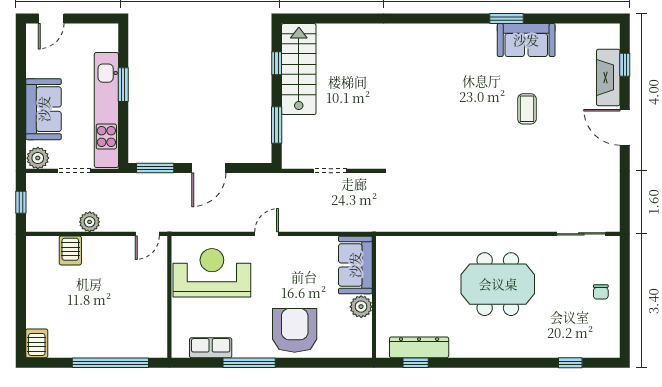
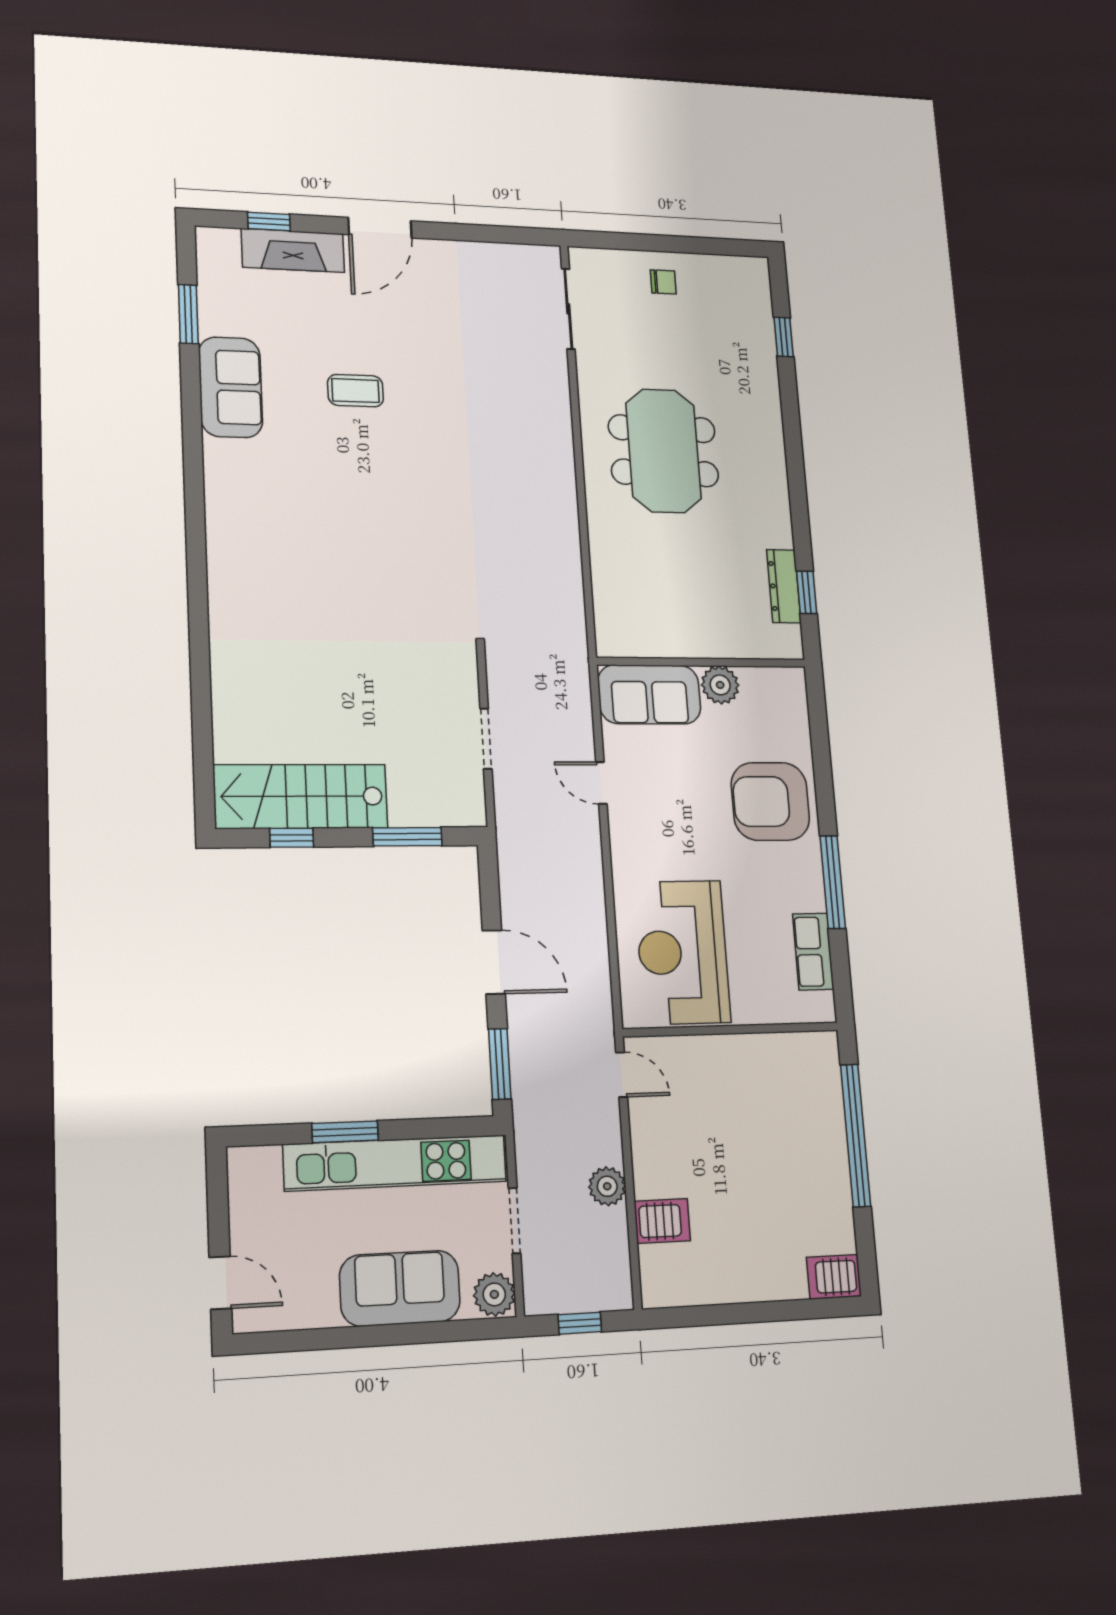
window: (506, 18) -> (188, 314), moved
door: (267, 234) -> (601, 783), moved
dresser: (419, 347) -> (784, 586), width x0.73, depth x0.80

